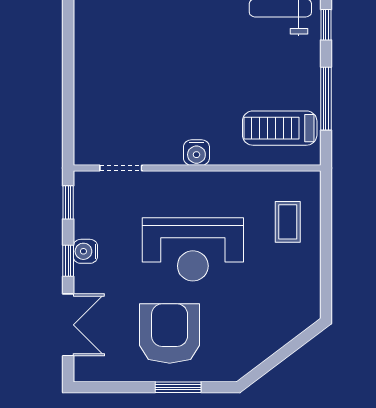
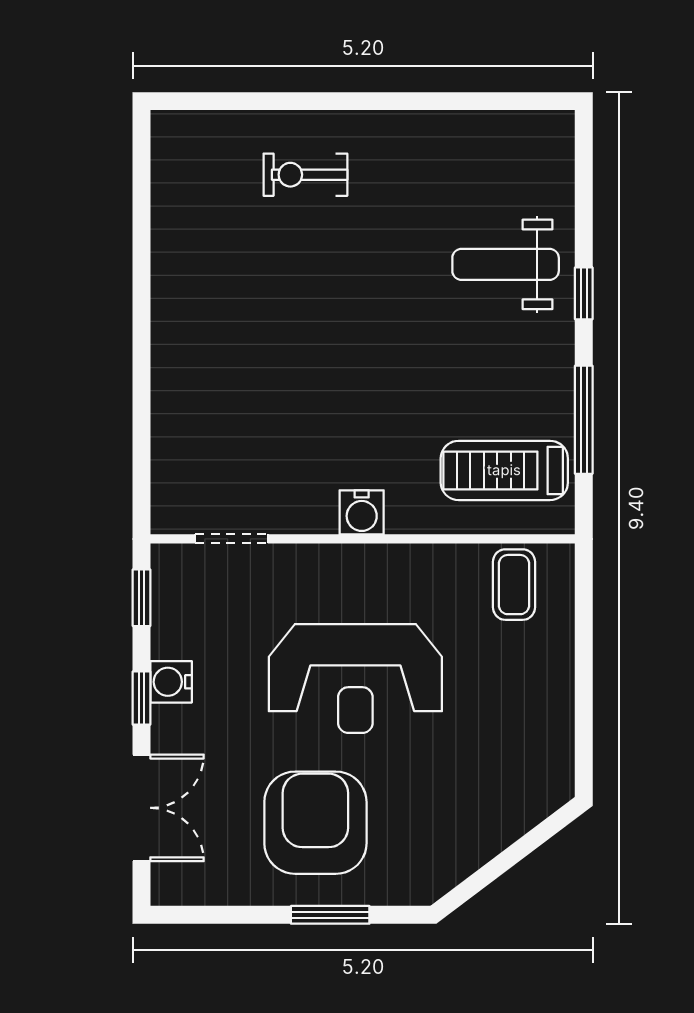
coffee table: (288, 222) -> (514, 585), moved

